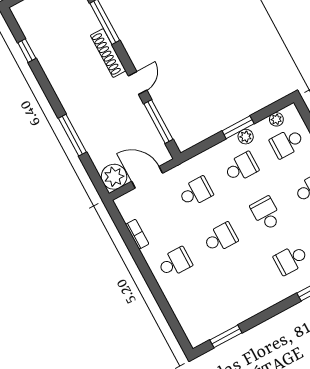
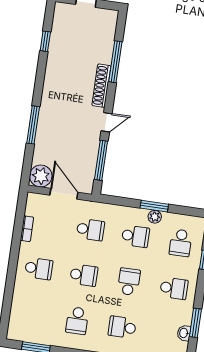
plant: (276, 119) -> (185, 221), removed
school desk: (287, 143) -> (181, 243), turned -90
school desk: (245, 284) -> (77, 321), added

